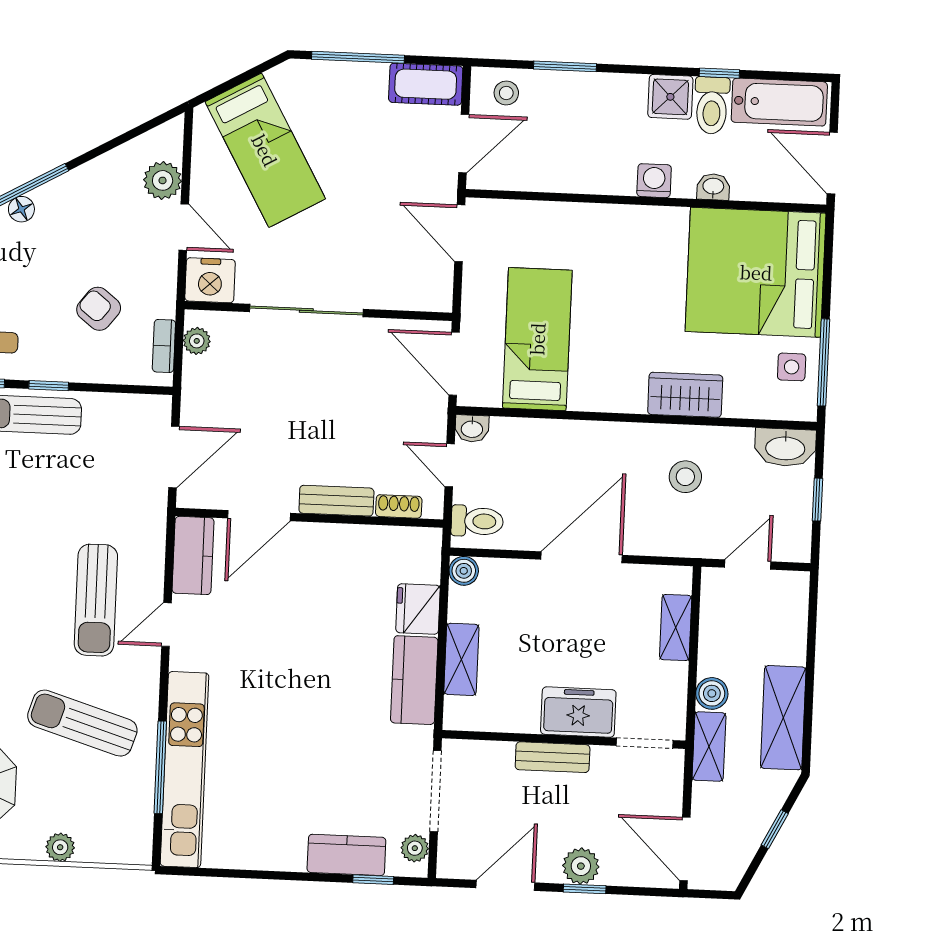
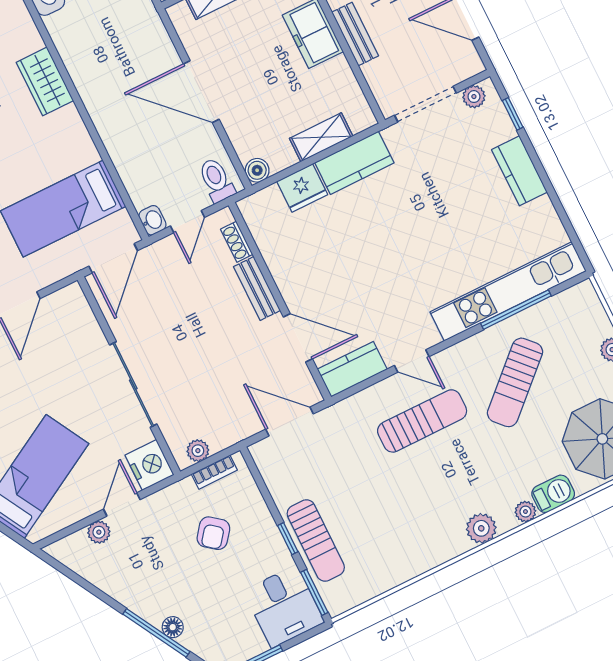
plant: (163, 180) -> (99, 532), width x0.73, depth x0.73
stool: (685, 477) -> (103, 49), removed
sun lounger: (82, 723) -> (515, 382), turned 30
kitchen counter: (346, 855) -> (519, 171), moved

